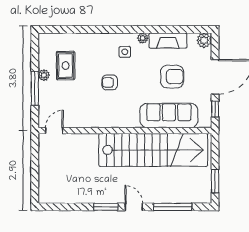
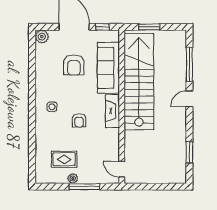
plant: (143, 38) -> (40, 91), removed
fireplace: (168, 41) -> (112, 111), moved, turned 180
armchair: (172, 77) -> (74, 65), turned 180
window: (215, 181) -> (149, 27), moved
window: (106, 207) -> (189, 152), moved

